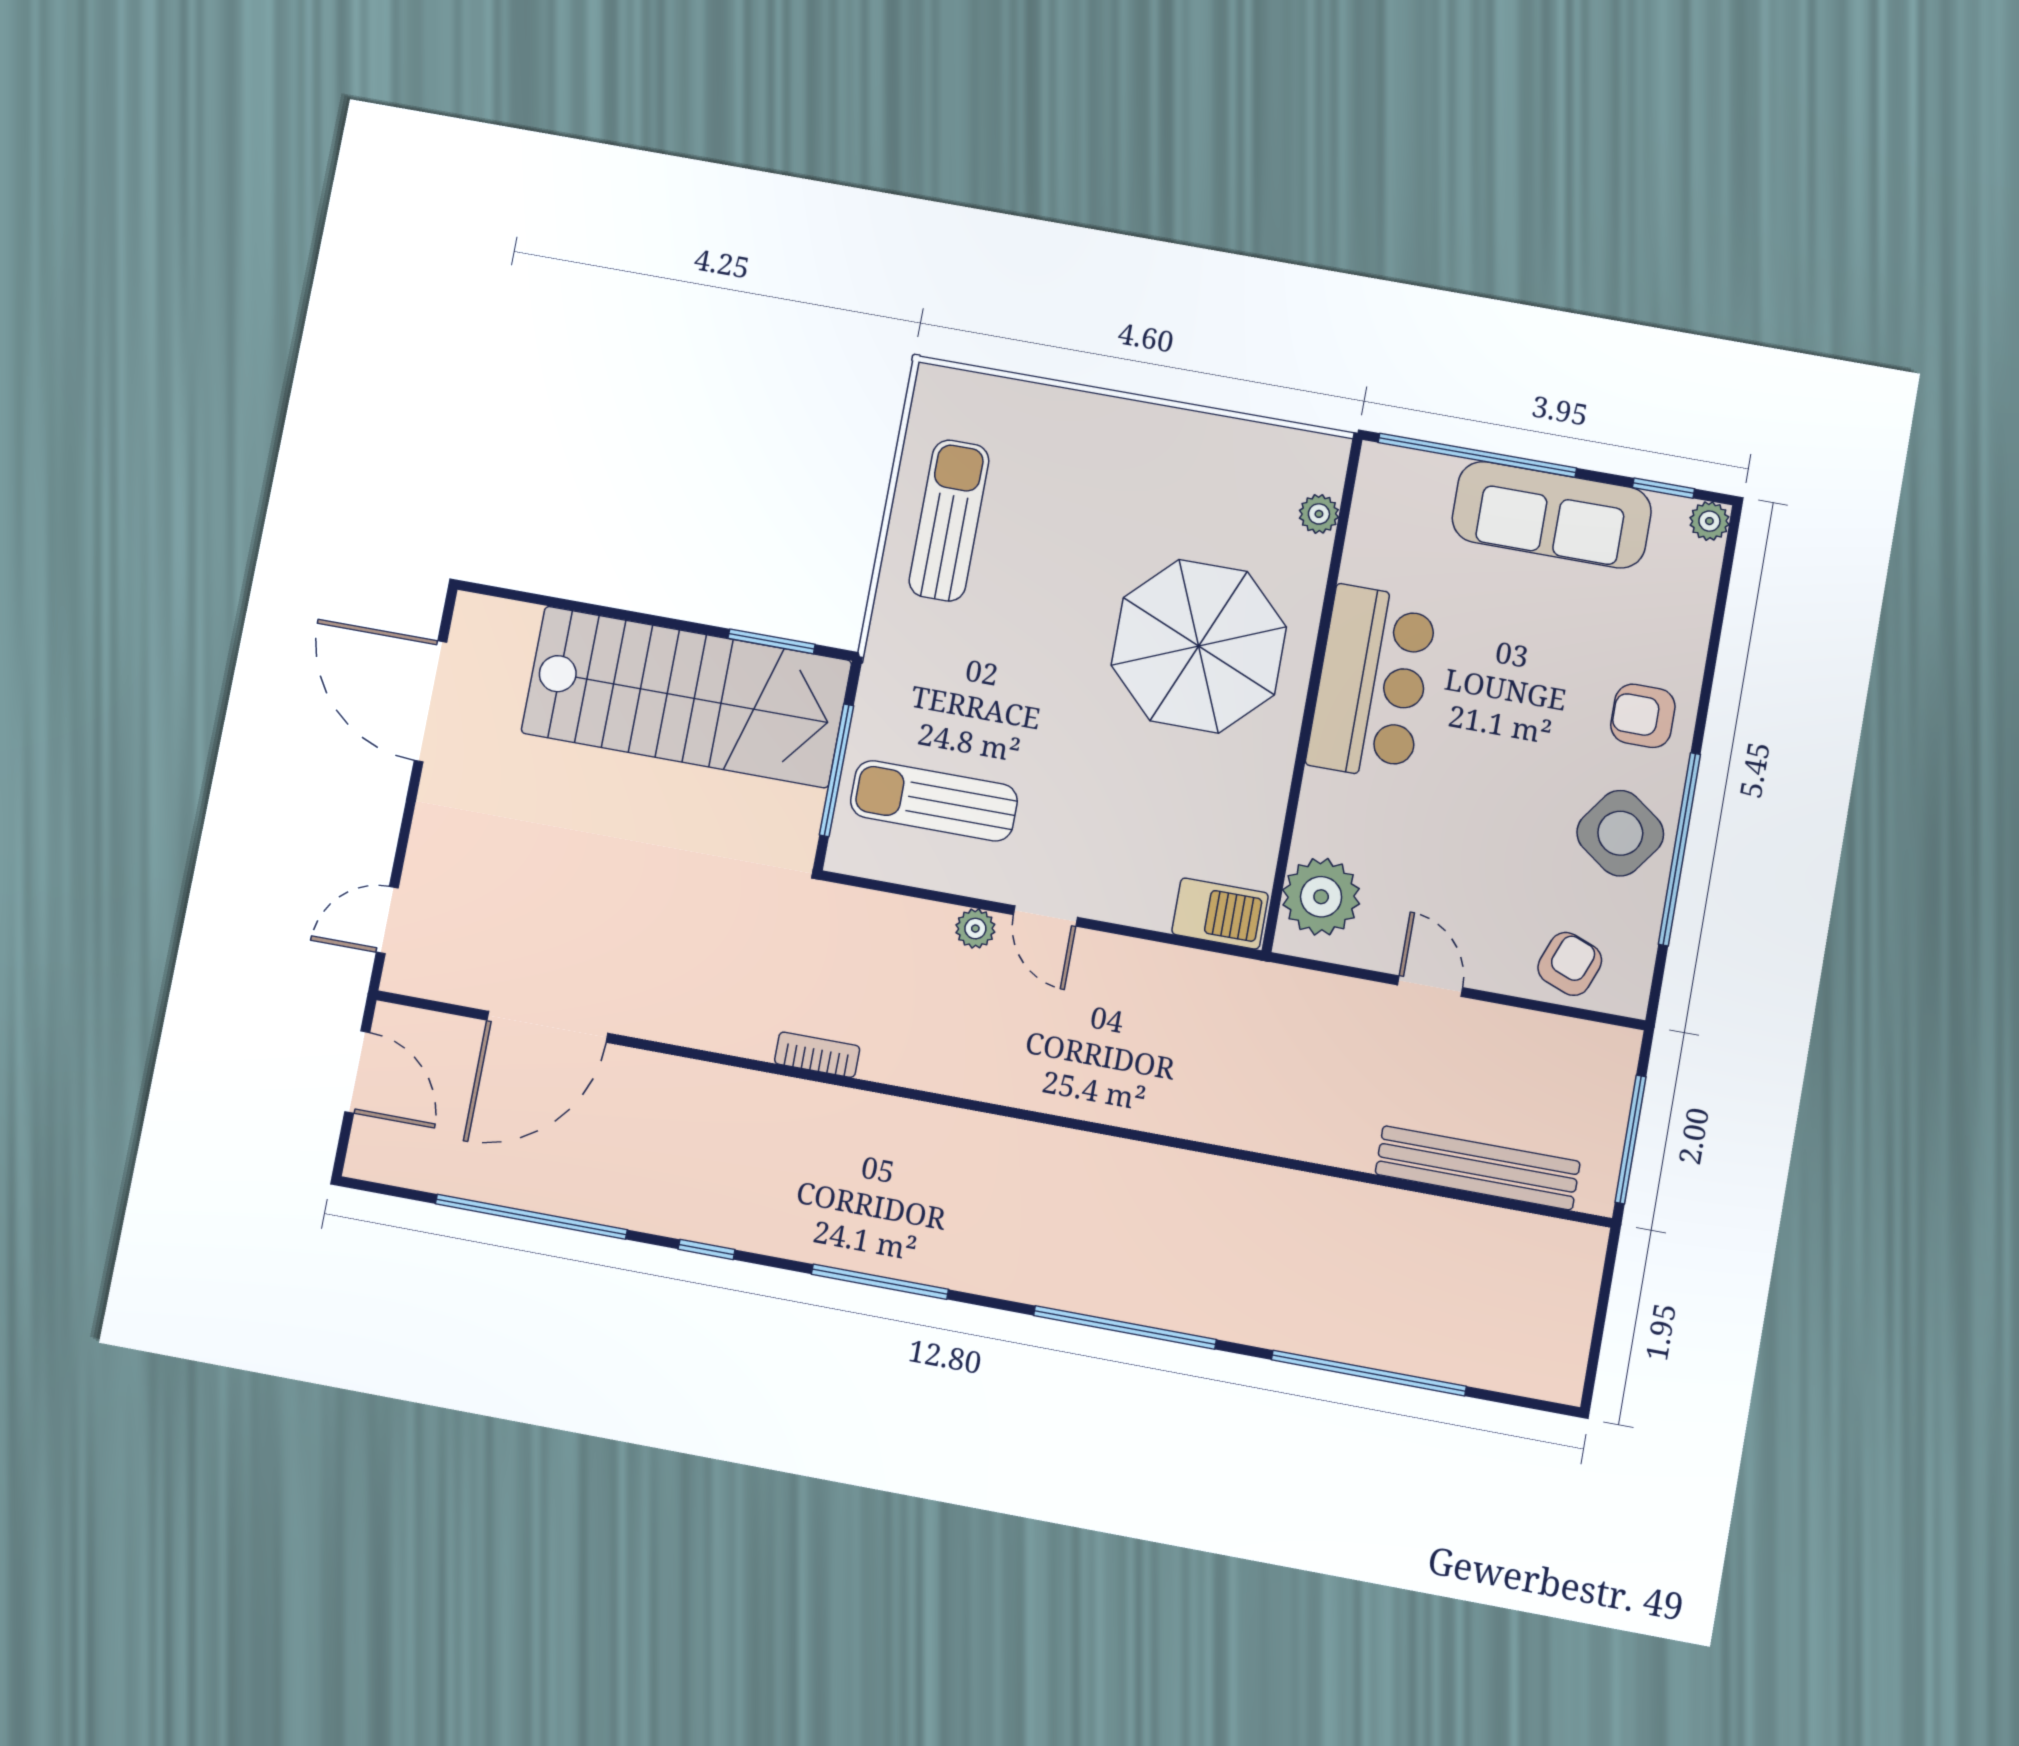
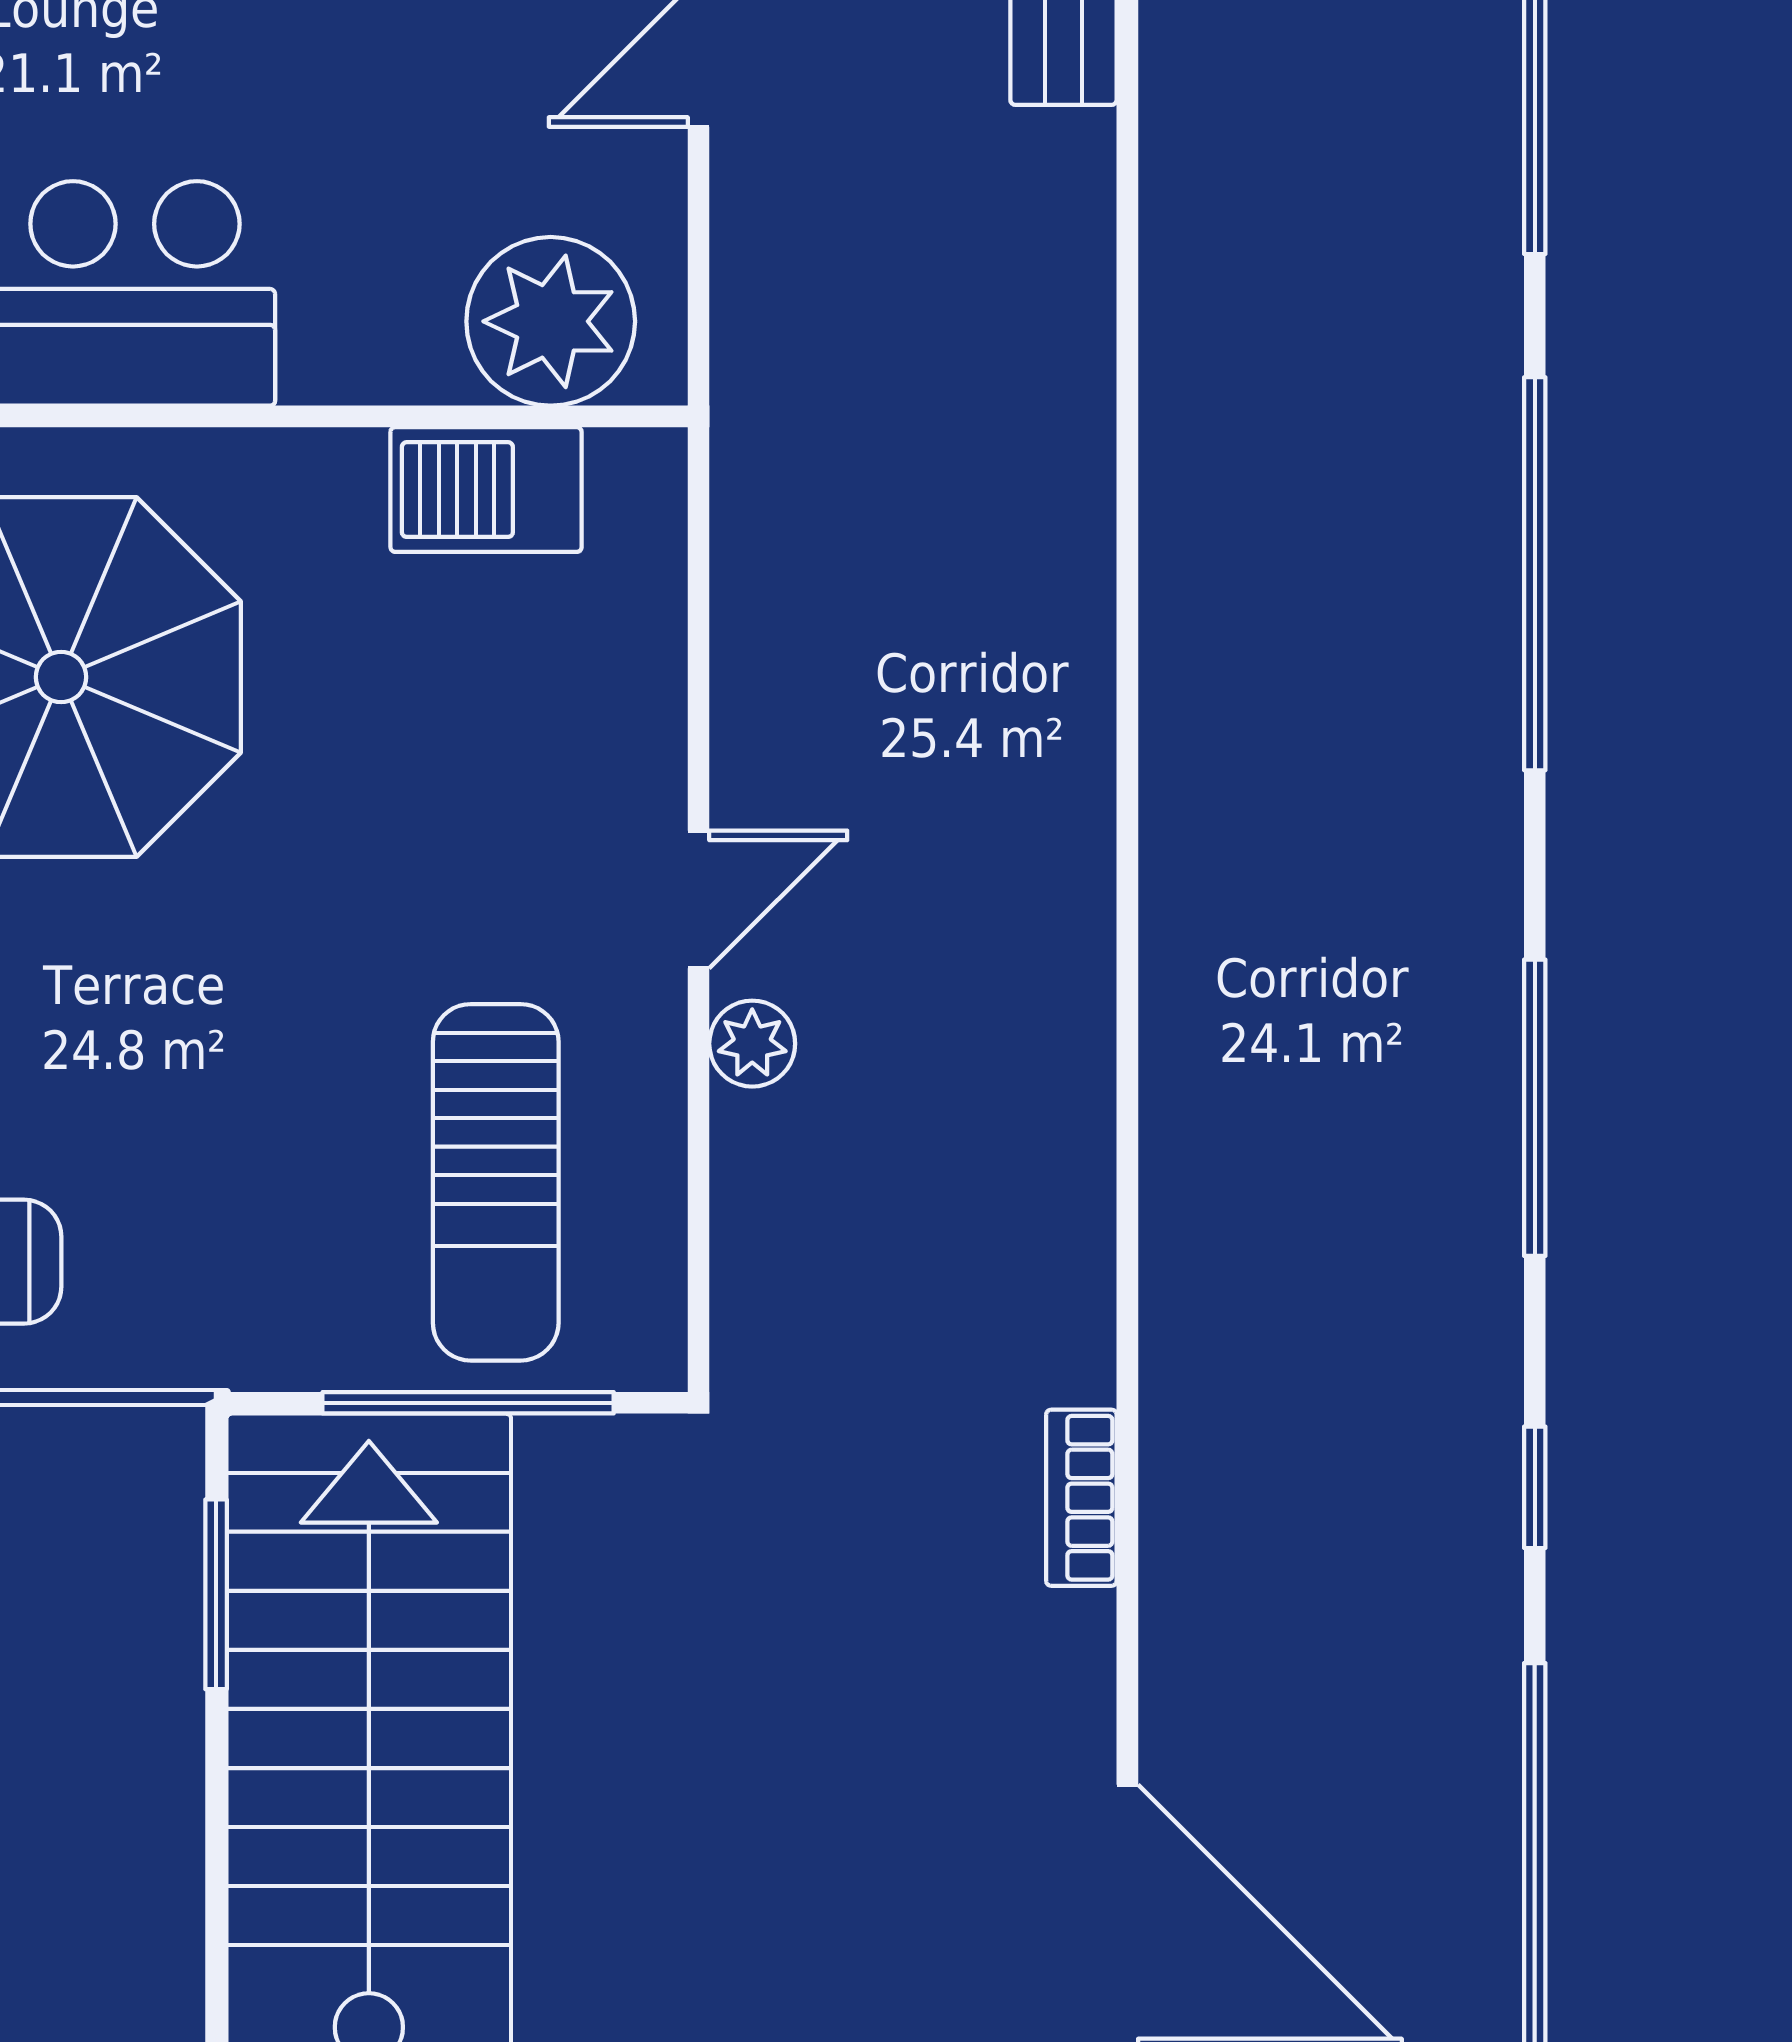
barbecue: (1220, 914) -> (486, 490), moved, turned -90
bookcase: (817, 1055) -> (1081, 1498), moved

